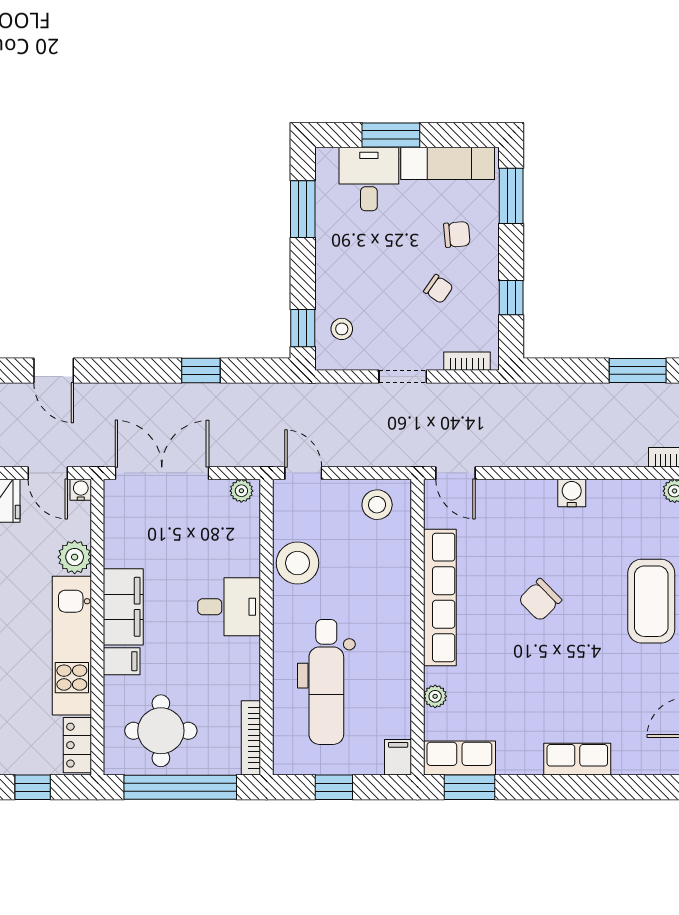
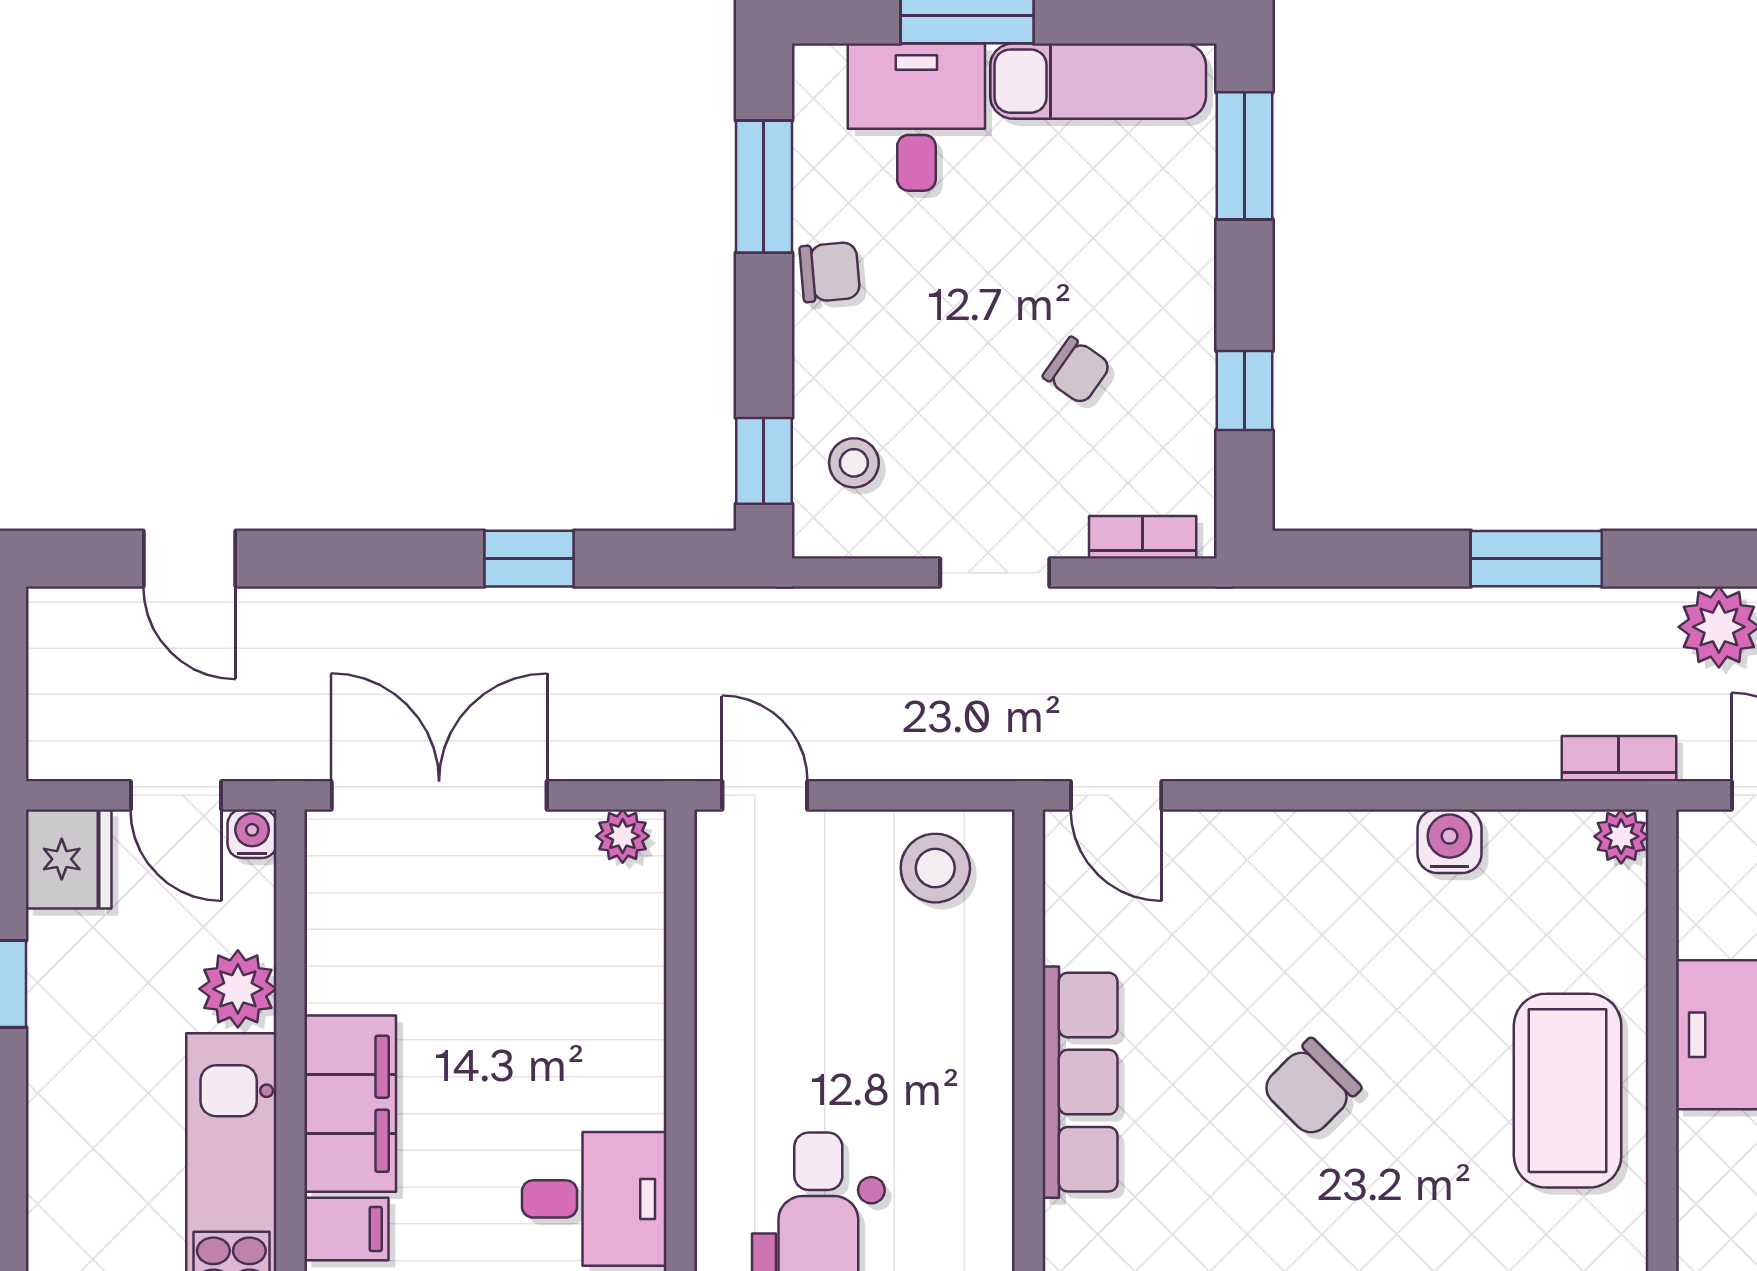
chair: (457, 234) -> (830, 272), moved
water cooler: (572, 493) -> (1450, 841), moved
stool: (298, 563) -> (752, 1003), removed
row of seats: (440, 597) -> (1080, 1082), width x0.73
desk: (229, 607) -> (594, 1199), moved

